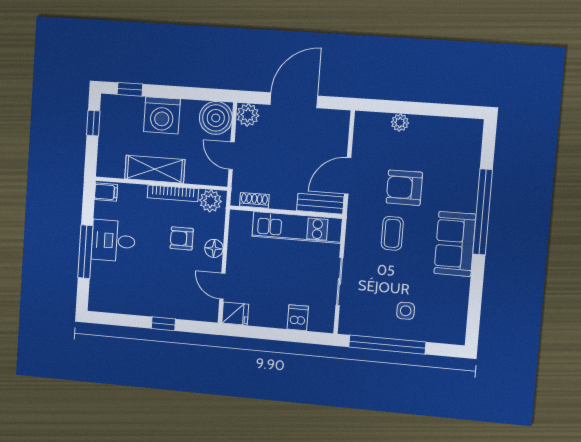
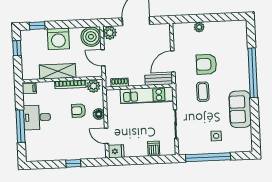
sofa: (455, 244) -> (240, 109), moved

